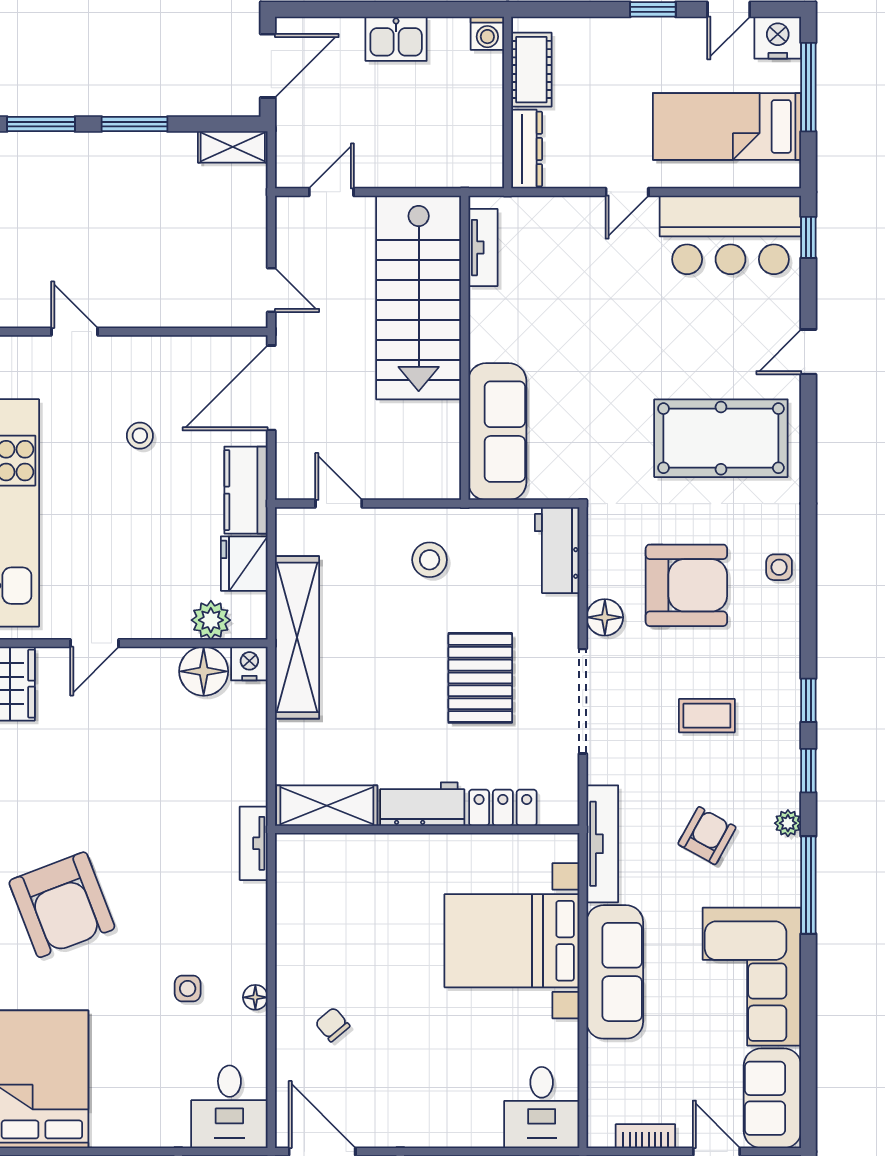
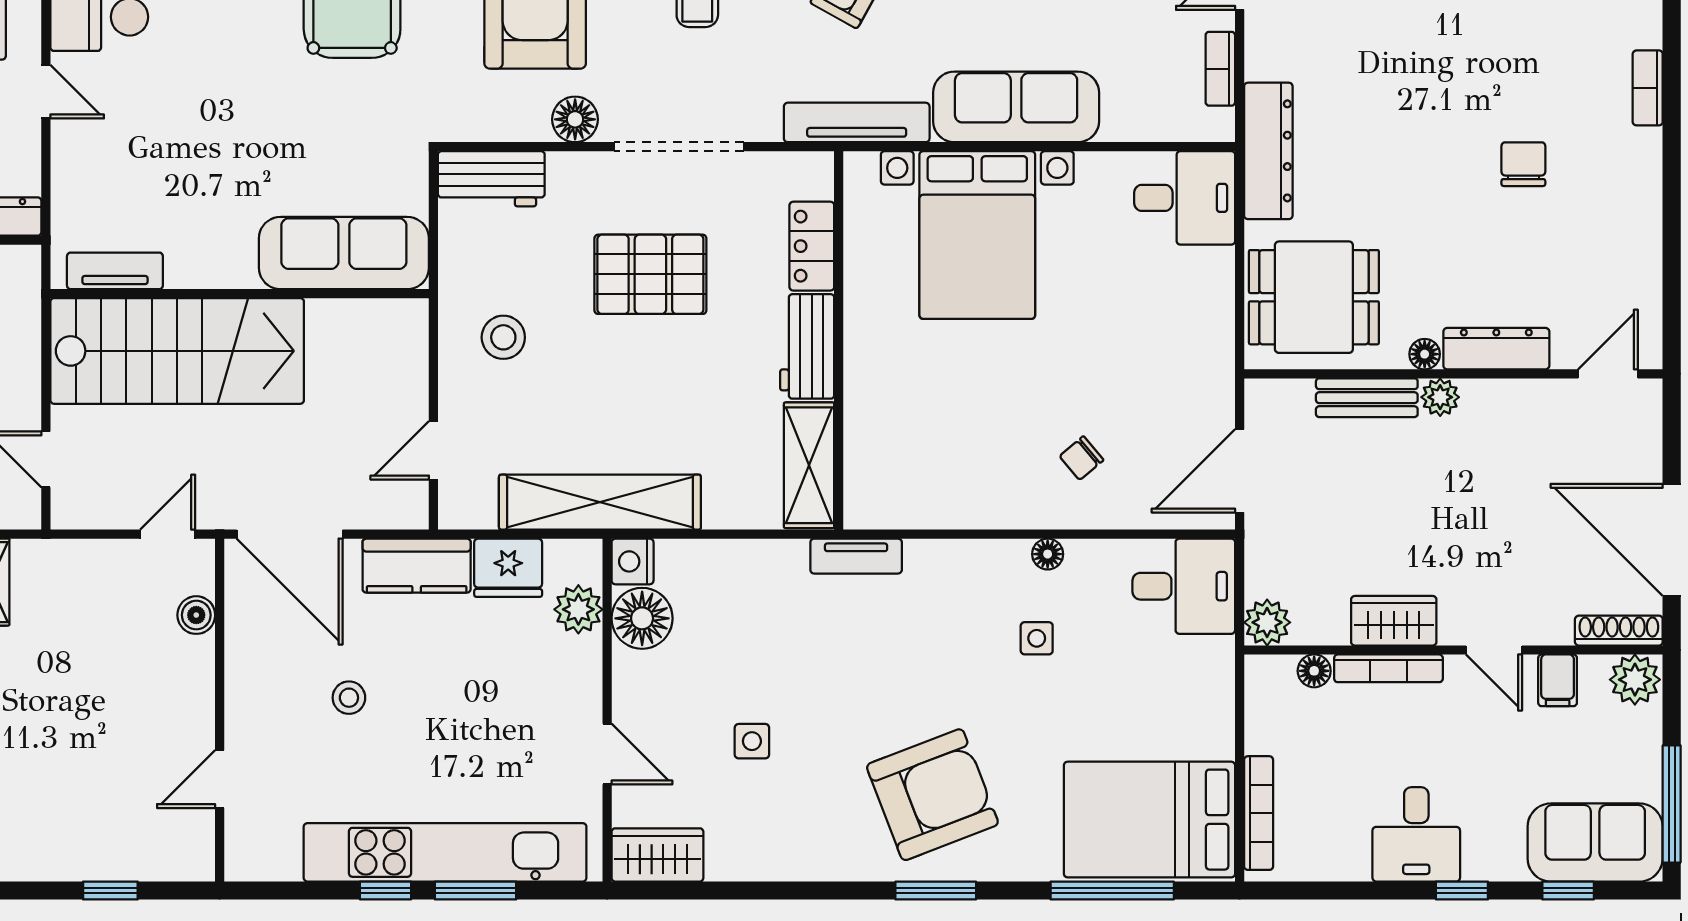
boiler: (206, 313) -> (196, 615), added
side table: (105, 760) -> (752, 741), added

